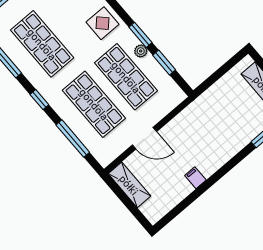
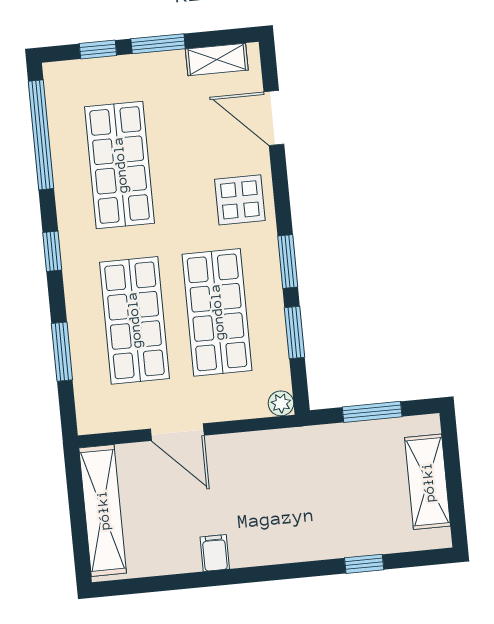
plant: (141, 51) -> (281, 403), moved
window: (220, 73) -> (372, 412), added
window: (73, 139) -> (62, 352), width x0.69
shelving: (129, 185) -> (103, 510), width x1.47

